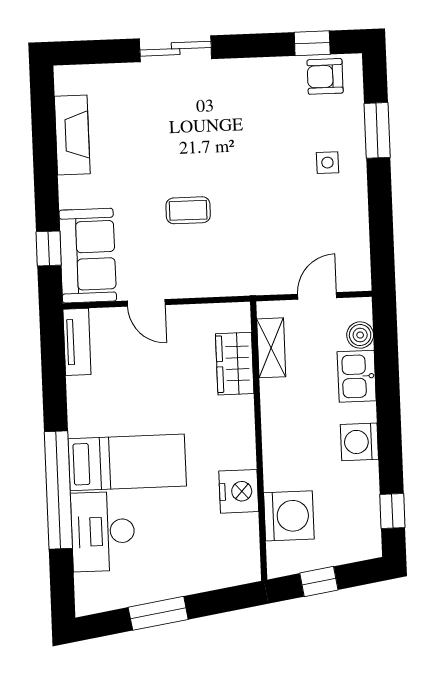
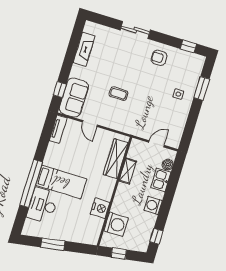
armchair: (325, 76) -> (159, 58), moved
shelving: (271, 348) -> (128, 171), moved
wardrobe: (235, 364) -> (116, 159), width x1.50

